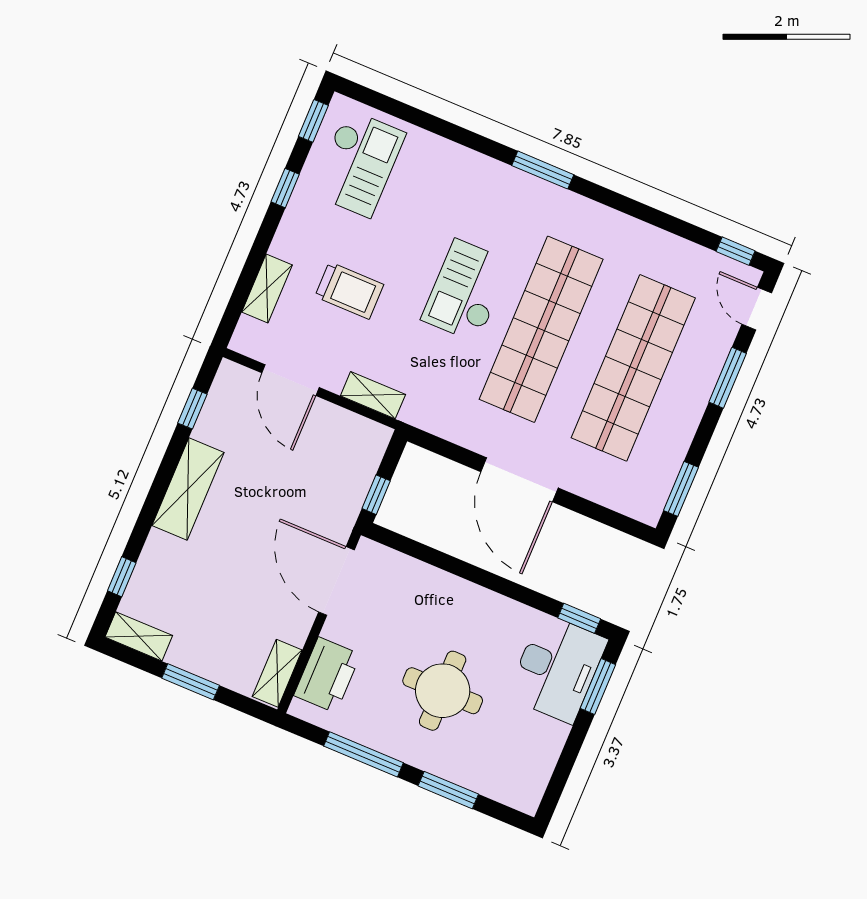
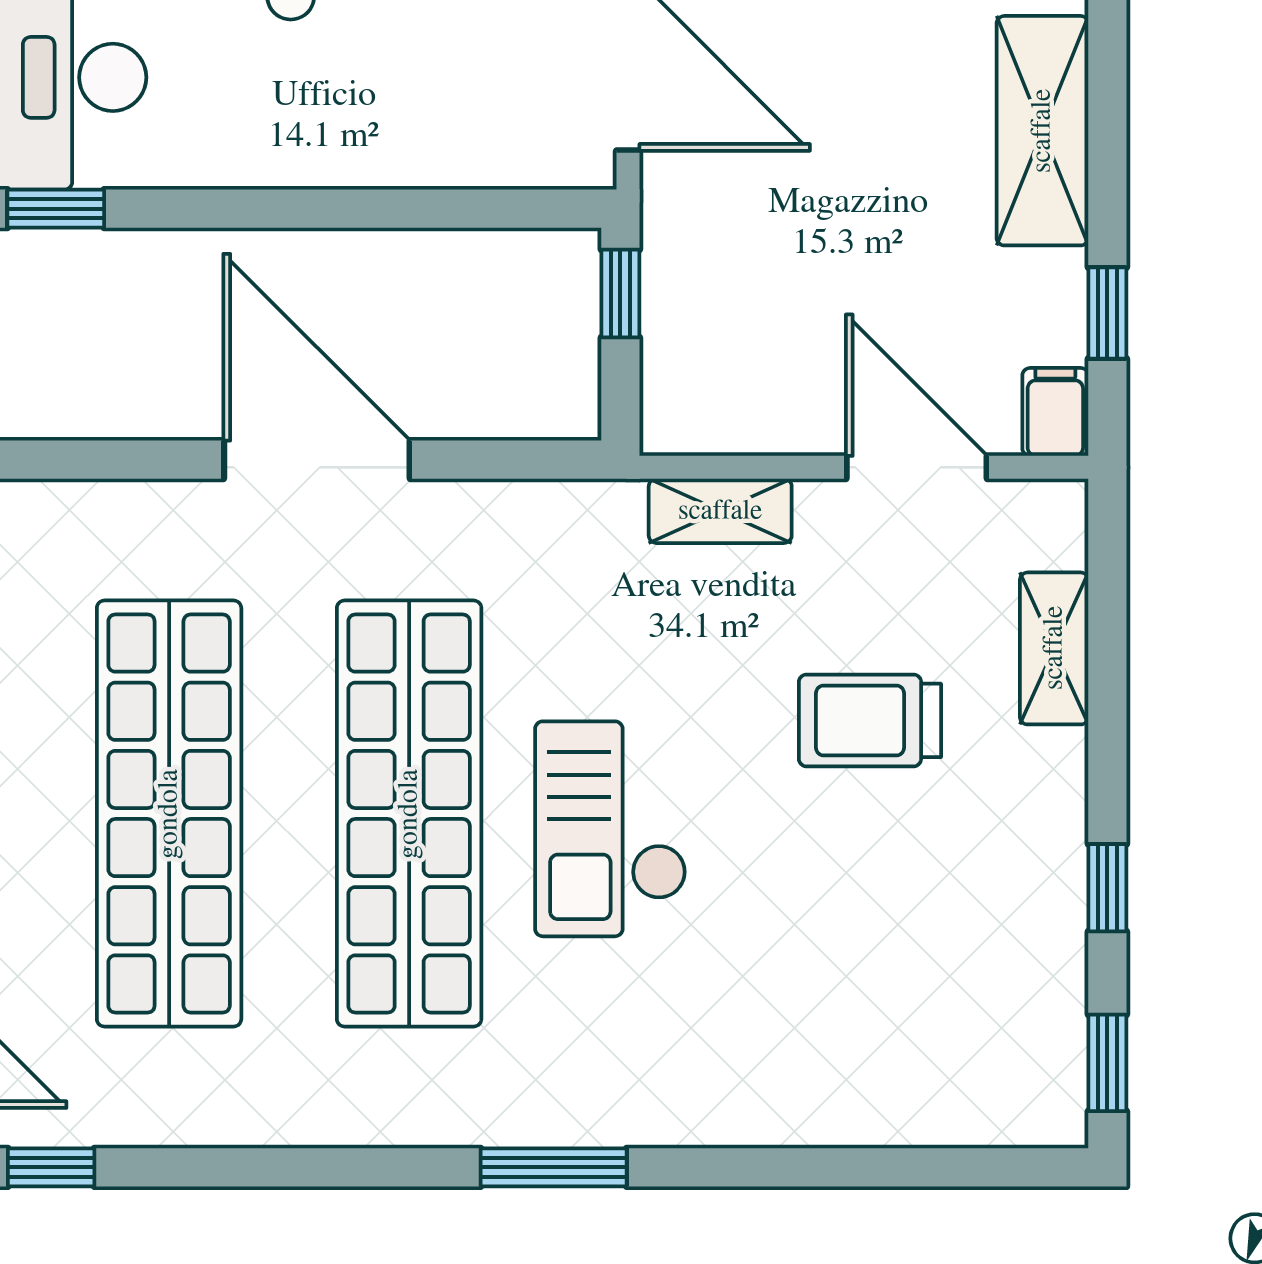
checkout: (358, 163) -> (968, 1011), removed
checkout: (466, 291) -> (611, 829), turned 180
filing cabinet: (228, 379) -> (1055, 412), added

